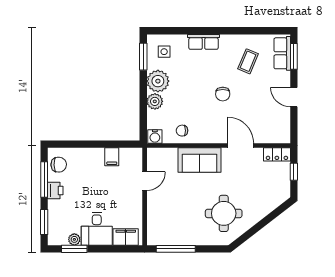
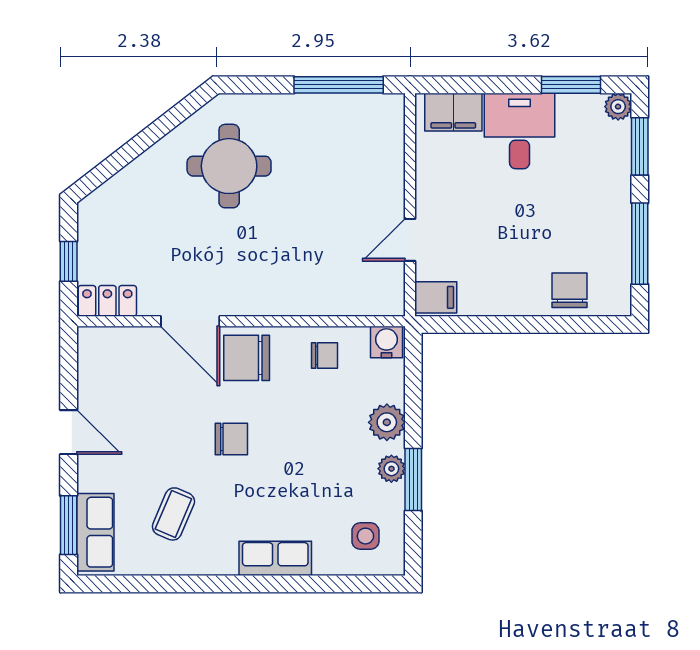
window: (143, 57) -> (413, 480), moved
plant: (158, 81) -> (391, 469), width x0.53, depth x0.53
chair: (223, 94) -> (231, 439), turned 90
chair: (216, 130) -> (247, 358), added
filing cabinet: (112, 157) -> (436, 297), moved, turned 90
sofa: (200, 160) -> (284, 288), removed
chair: (59, 165) -> (570, 290), moved, turned 92
printer: (55, 190) -> (614, 218), removed
plant: (74, 239) -> (618, 107), moved

